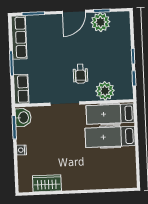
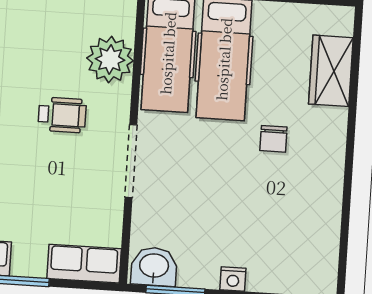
chair: (80, 160) -> (273, 139), added
wardrobe: (47, 183) -> (331, 71), moved

